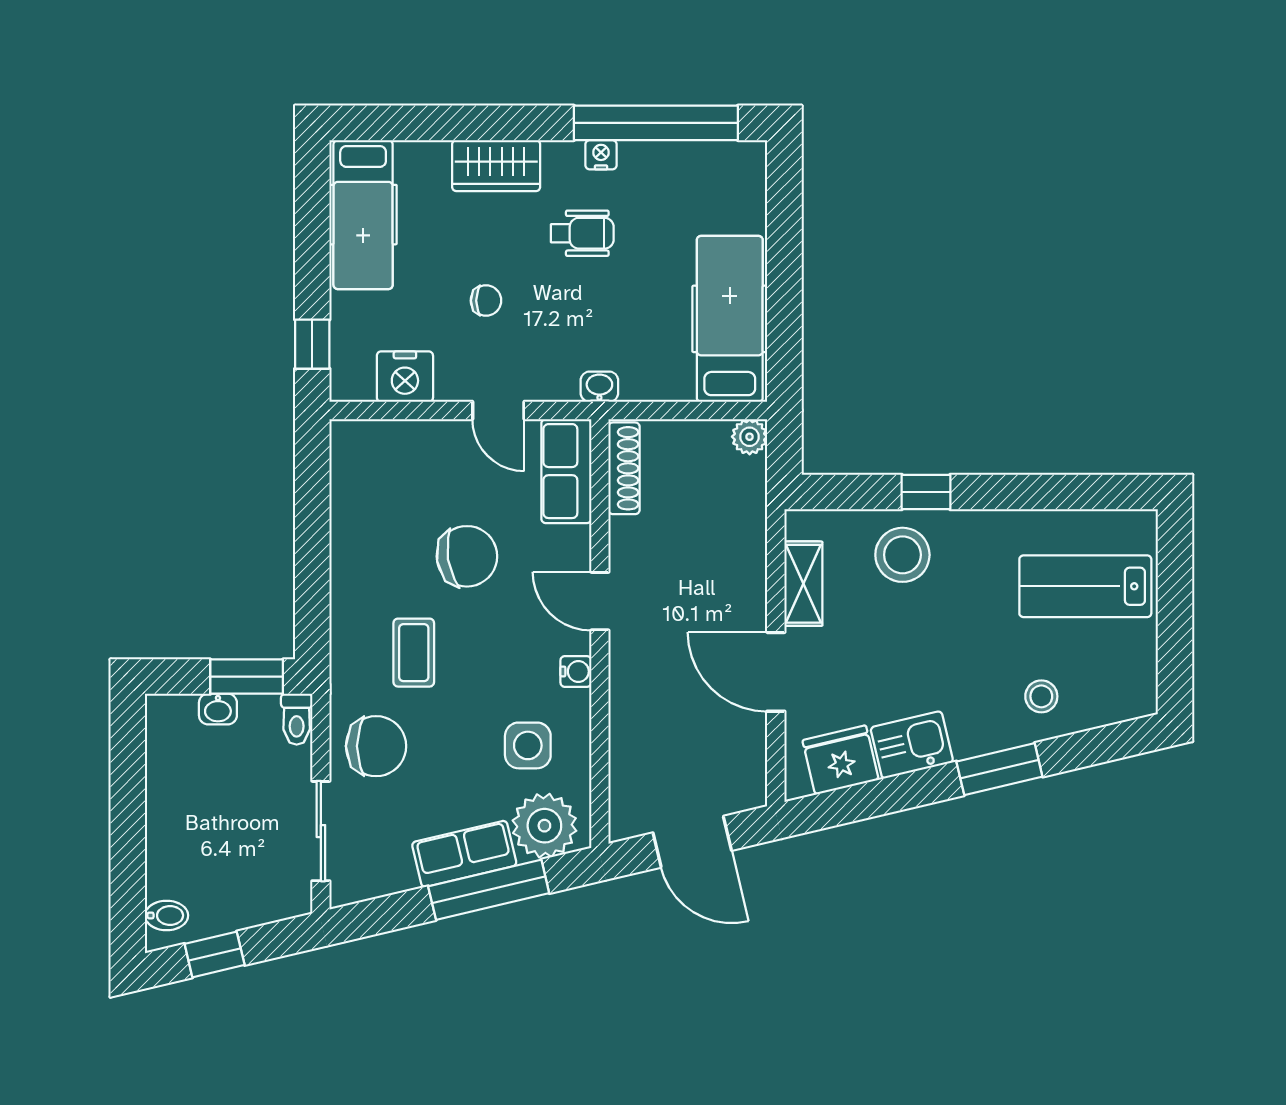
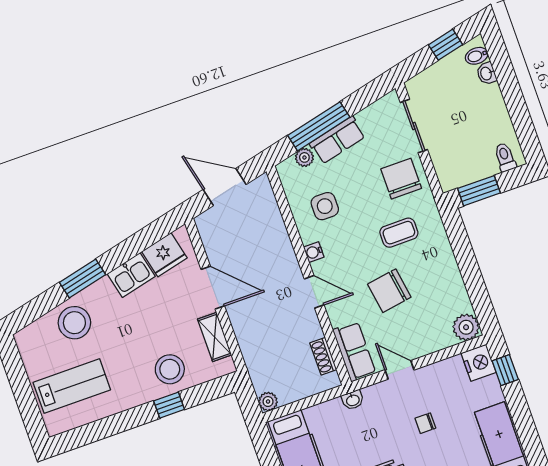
nightstand: (405, 377) -> (479, 363), moved, turned 90
plant: (354, 444) -> (466, 327), added
shoe rack: (624, 468) -> (323, 356), width x0.70
coffee table: (414, 653) -> (399, 233), turned 90
stool: (1041, 696) -> (74, 323), width x1.89, depth x1.89
washbasin: (218, 709) -> (486, 73), moved, turned -90
toilet: (297, 719) -> (505, 157), moved
chair: (376, 746) -> (401, 179), turned 90
plant: (544, 826) -> (304, 157), width x0.53, depth x0.53

